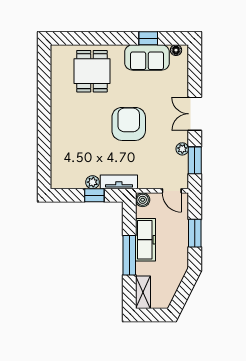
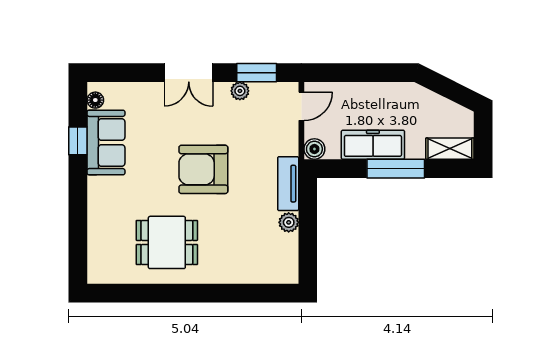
dining table: (92, 71) -> (167, 242), moved
window: (94, 195) -> (308, 220), removed
window: (195, 233) -> (363, 73), removed

